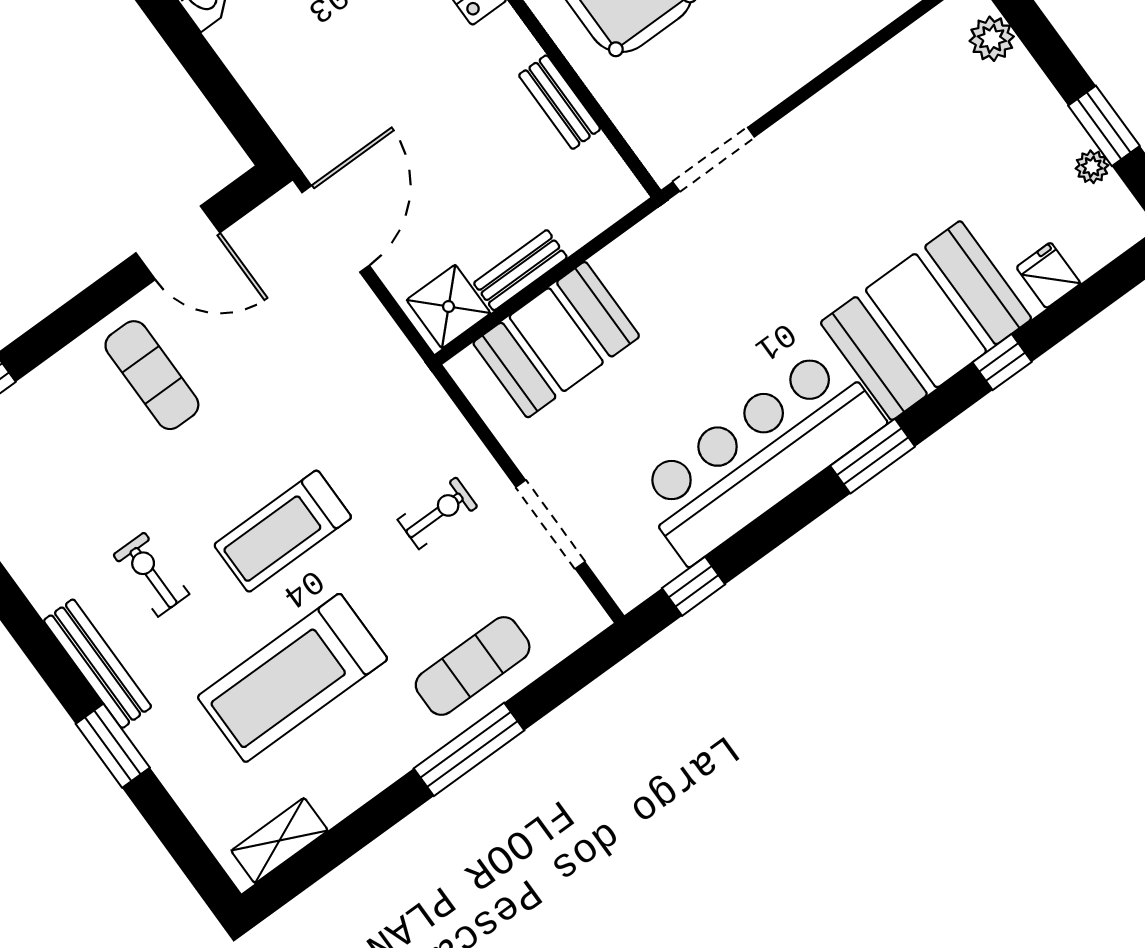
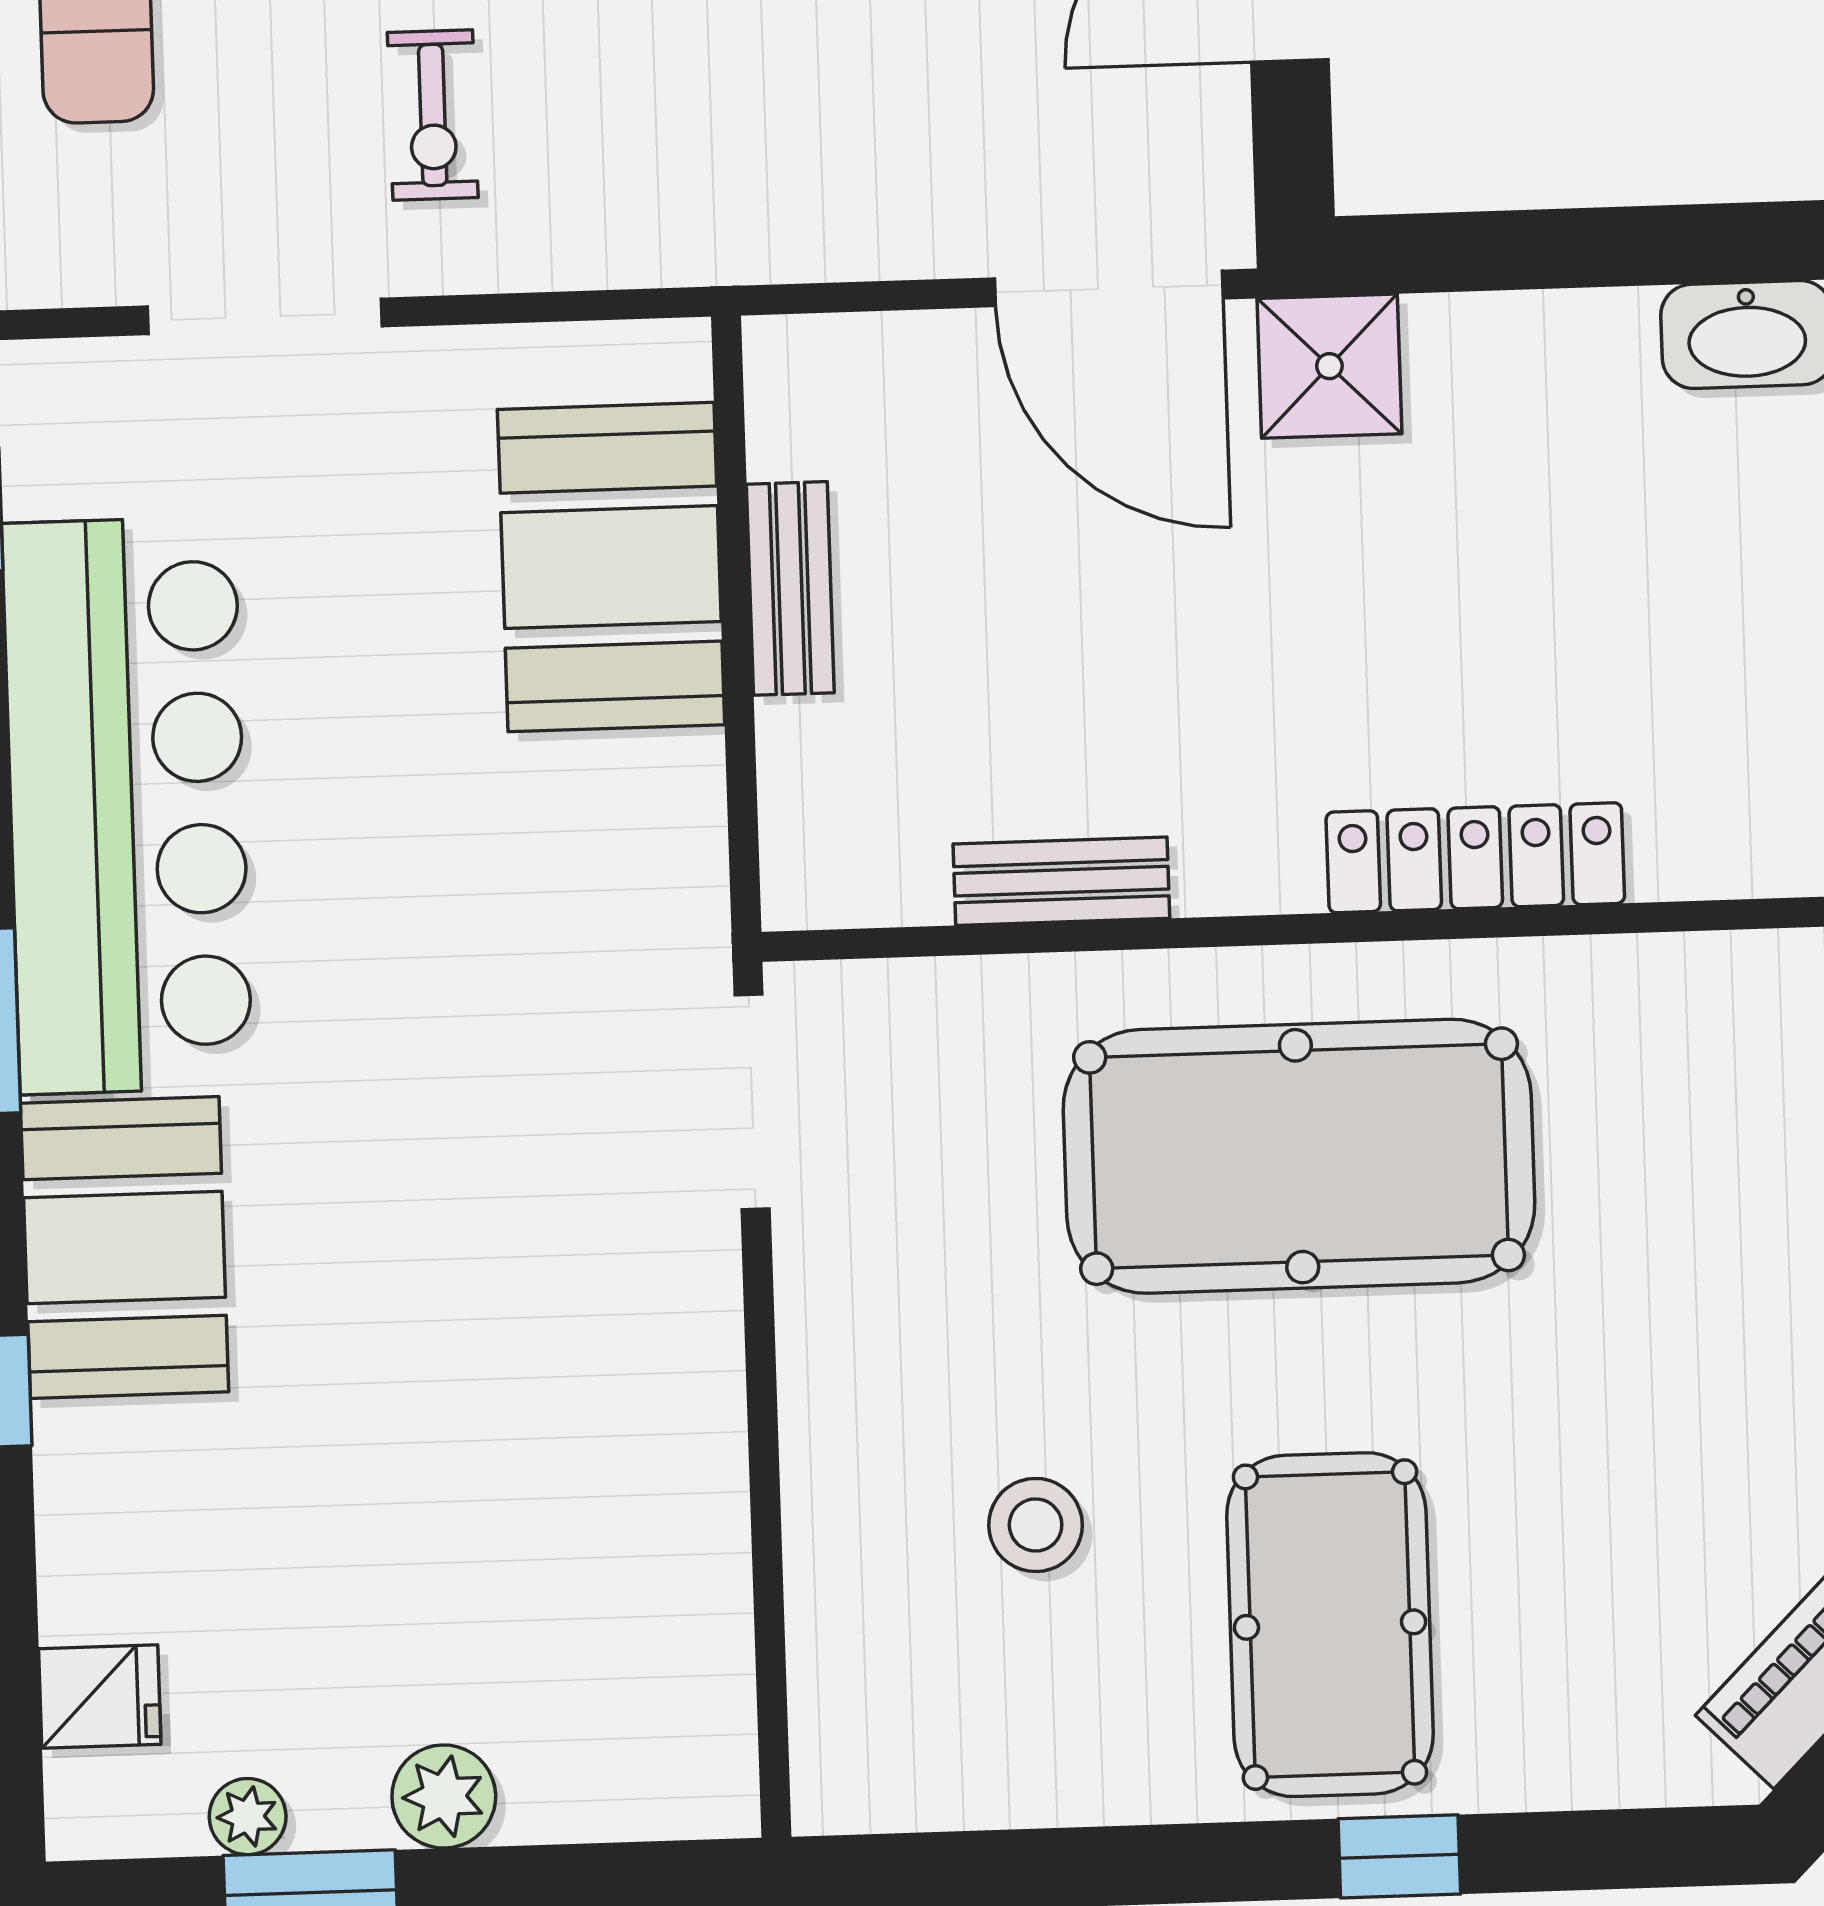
plant: (992, 39) -> (444, 1797), moved
fridge: (1048, 275) -> (100, 1697), moved
shower: (449, 307) -> (1329, 366), moved
booth: (926, 321) -> (125, 1247), width x0.73, depth x0.70

